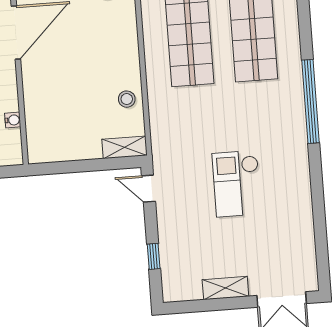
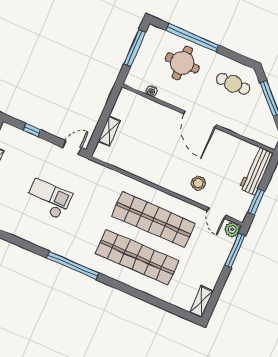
stool: (127, 99) -> (129, 162), removed
shelving: (124, 147) -> (109, 131), moved

